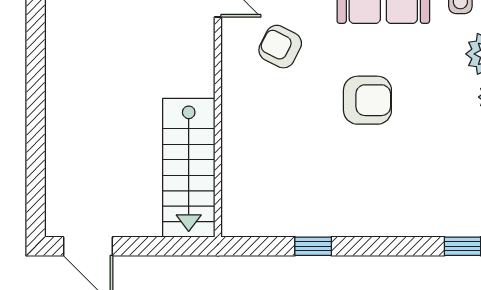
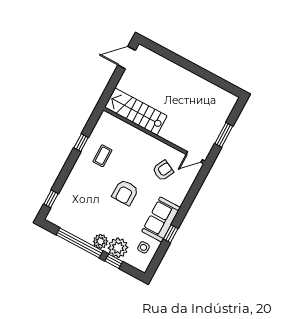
coffee table: (317, 188) -> (102, 156), added

